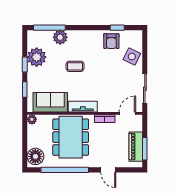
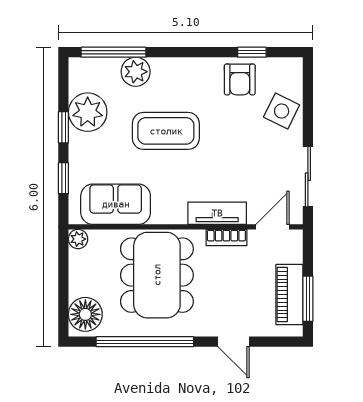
coffee table: (75, 66) -> (166, 131), width x1.86, depth x1.72
tv unit: (83, 107) -> (217, 213), moved

